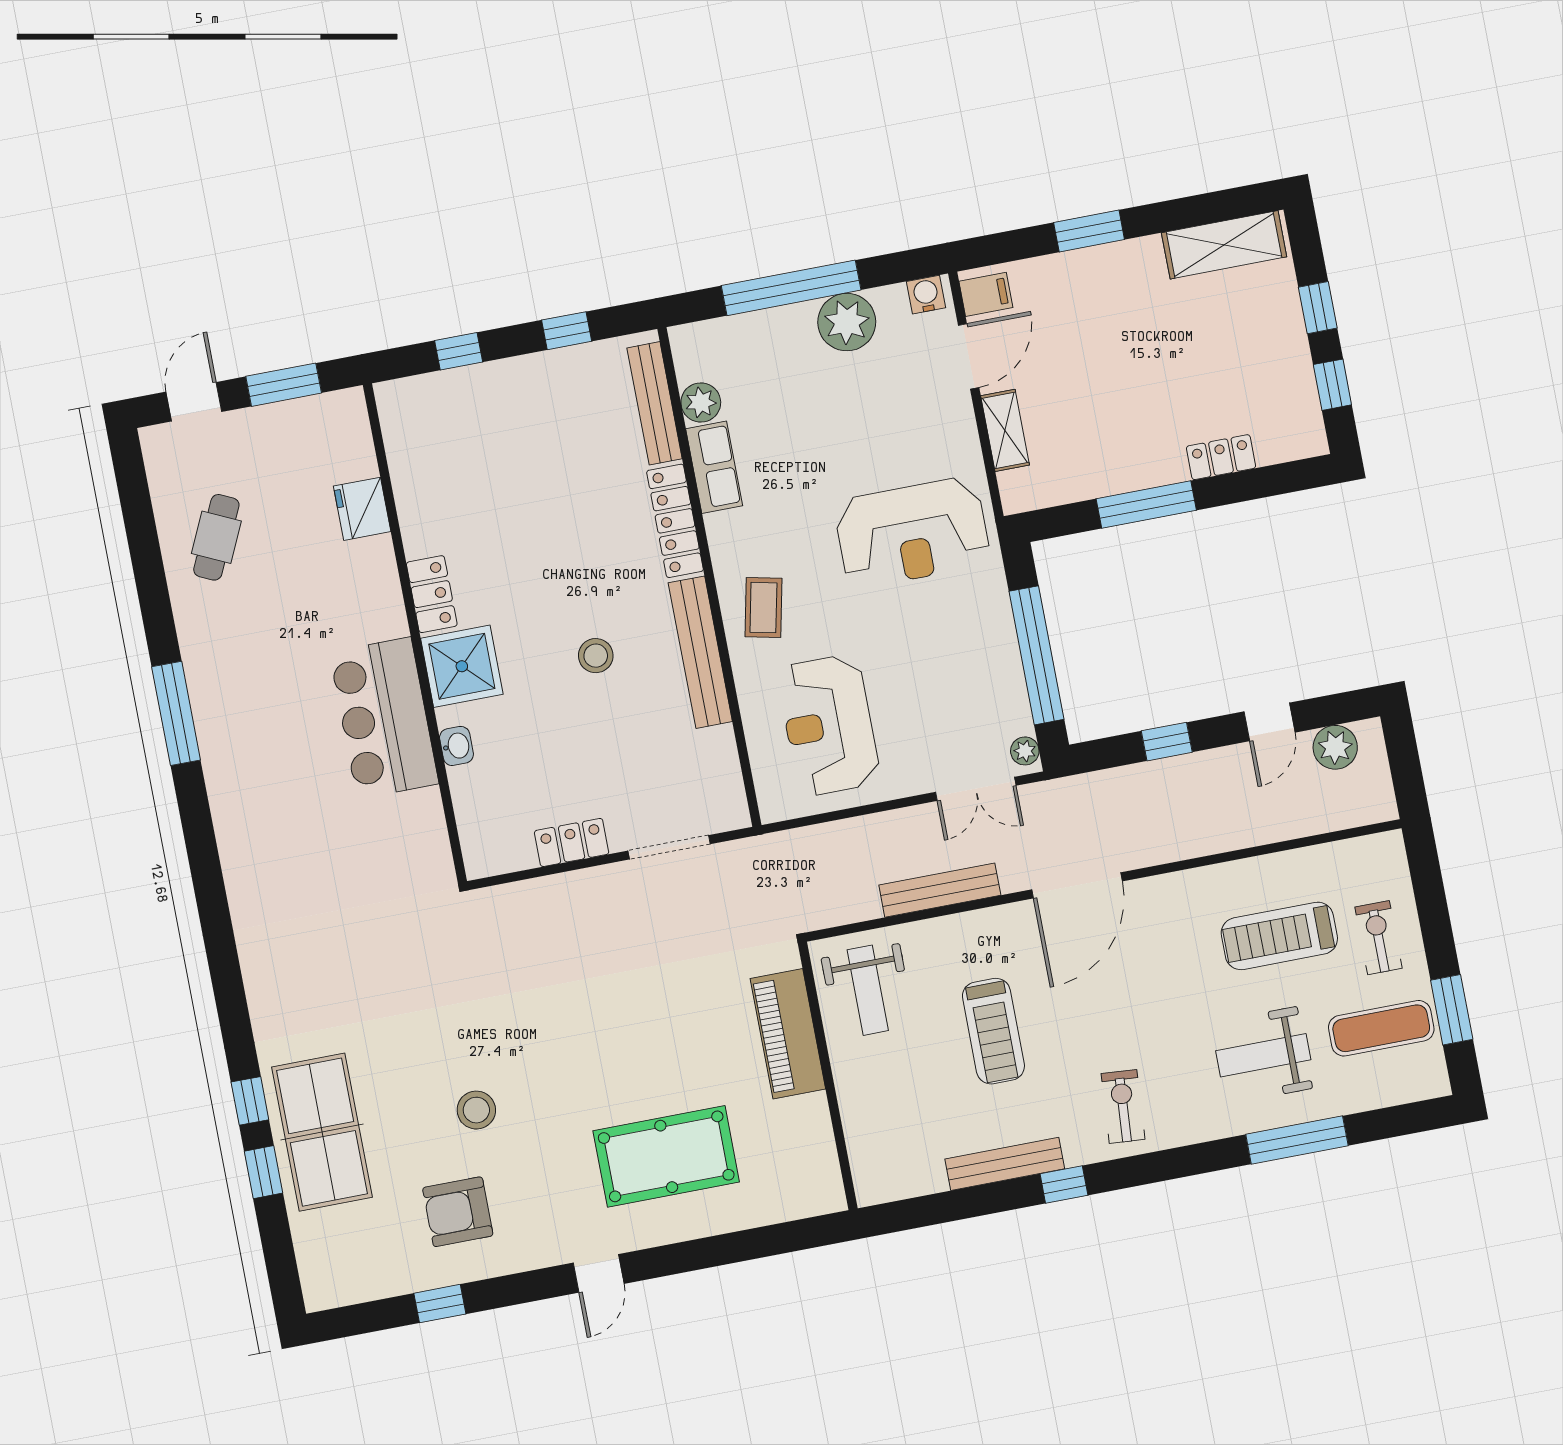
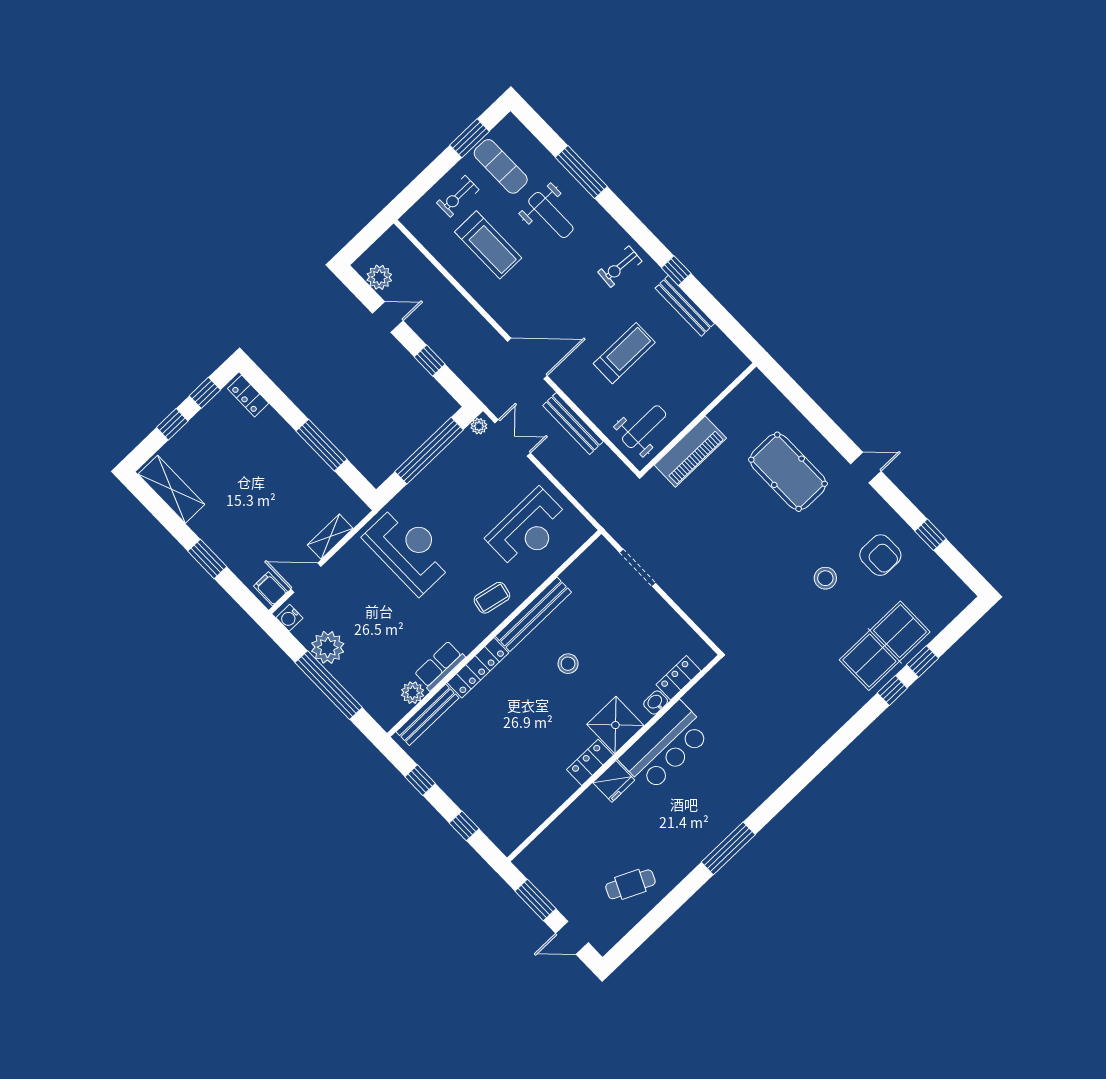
locker: (1221, 457) -> (248, 396), moved
fridge: (362, 509) -> (614, 781), moved
locker: (572, 842) -> (679, 678), moved, turned 90

